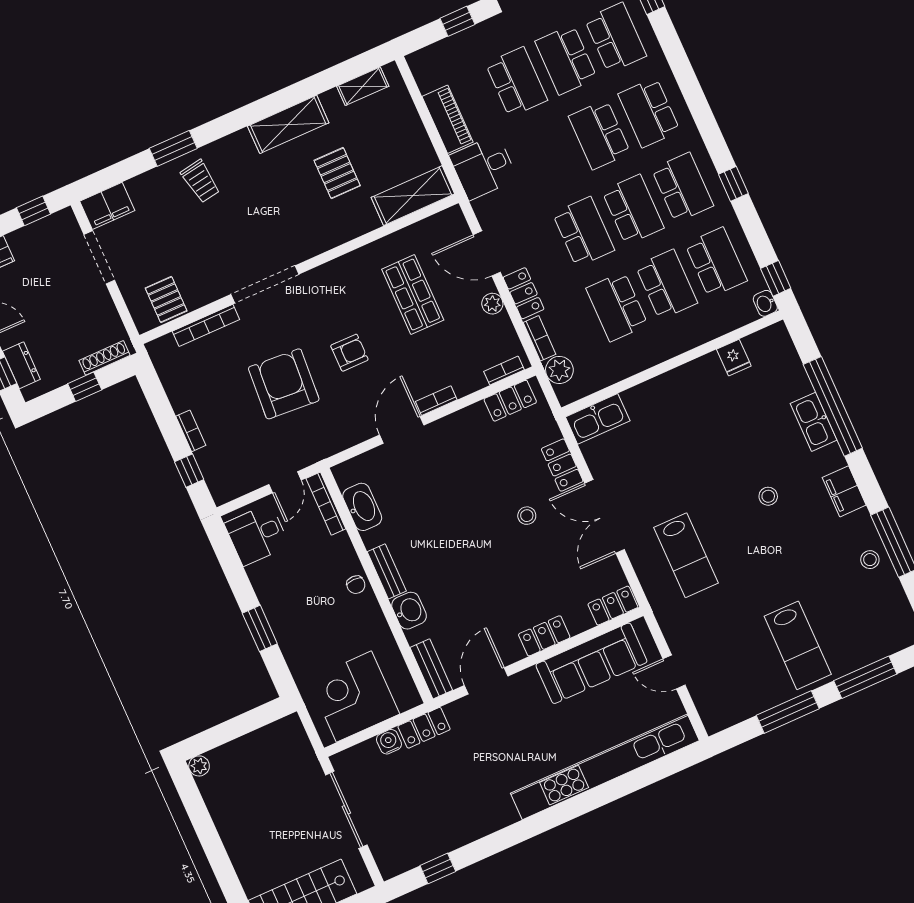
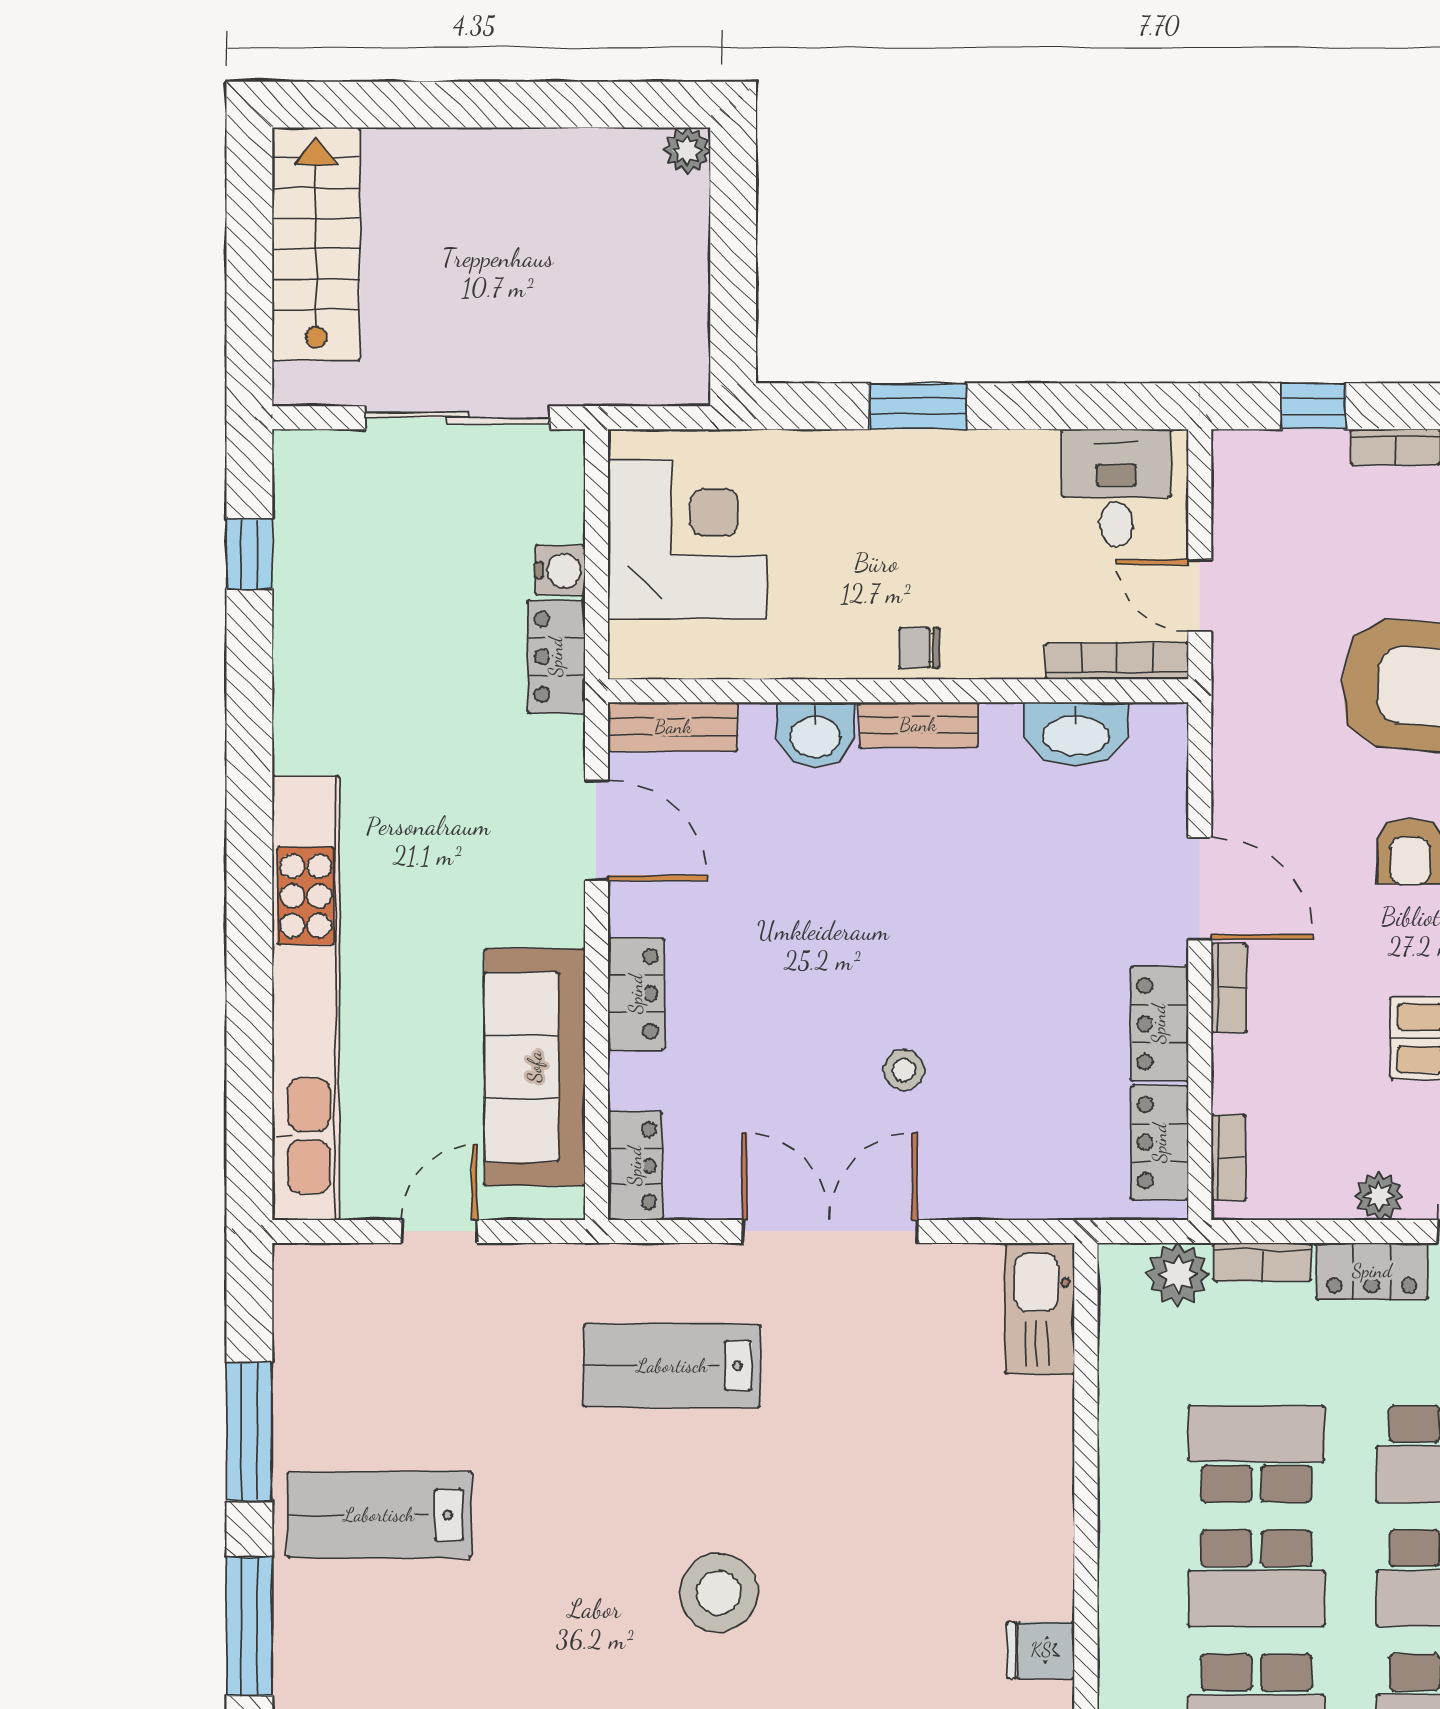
locker: (562, 465) -> (1159, 1024), moved, turned -90
stool: (768, 496) -> (719, 1593), width x1.89, depth x1.89

